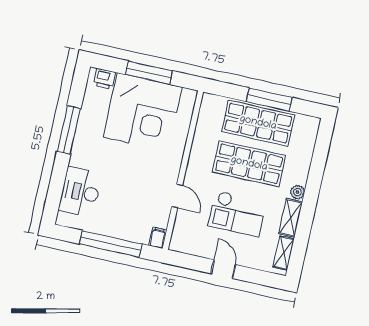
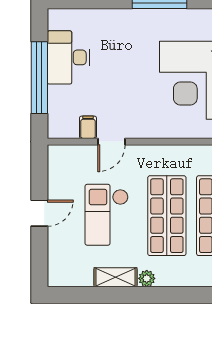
desk: (80, 192) -> (68, 57), moved, turned -90
filing cabinet: (158, 238) -> (88, 127), moved, turned -90
shelving: (284, 253) -> (73, 278), removed

